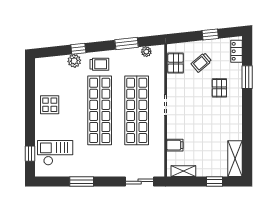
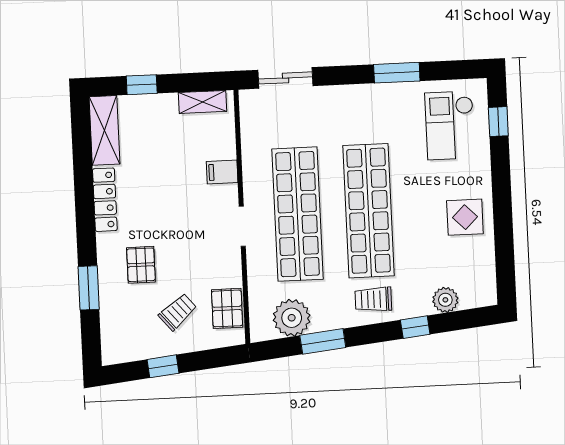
locker: (237, 51) -> (105, 200), moved, width x1.53
plant: (146, 52) -> (292, 318), width x1.88, depth x1.88
plant: (74, 61) -> (445, 300), moved
filing cabinet: (175, 145) -> (222, 172), moved
checkout: (55, 153) -> (450, 125), turned 90

